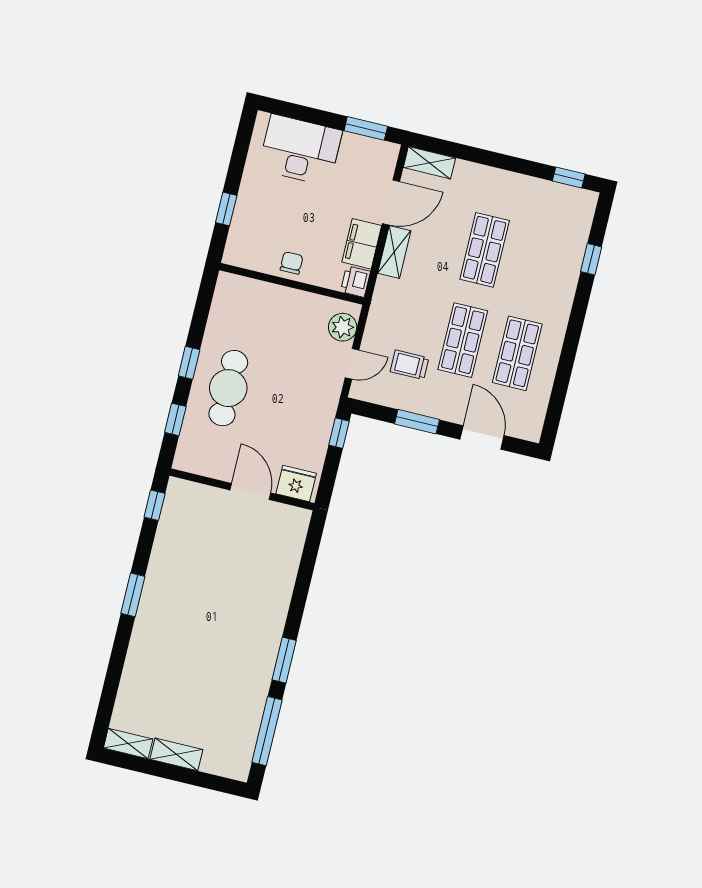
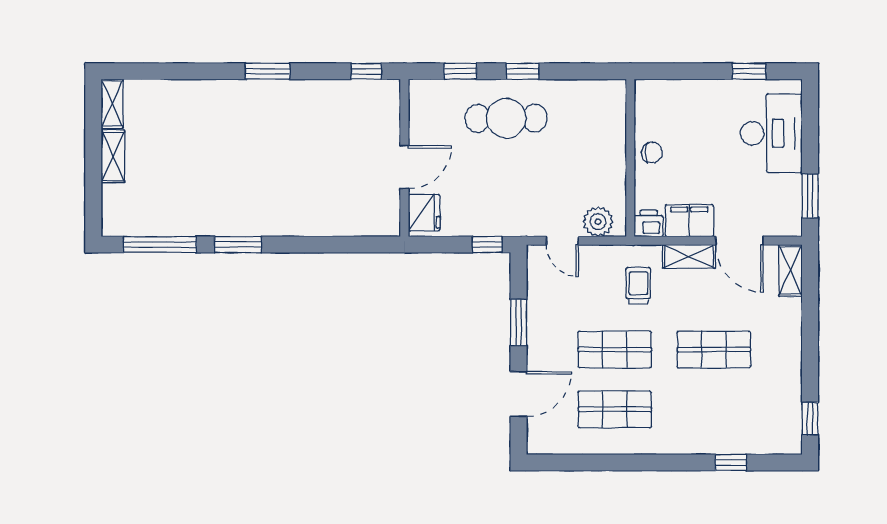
window: (226, 209) -> (749, 71), moved
trolley: (409, 365) -> (638, 286), moved

